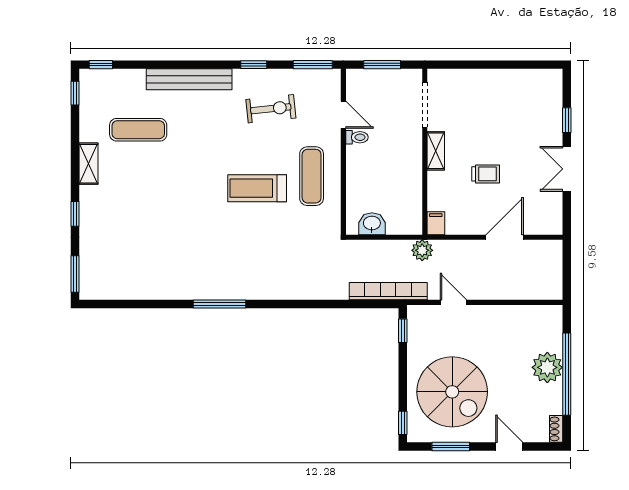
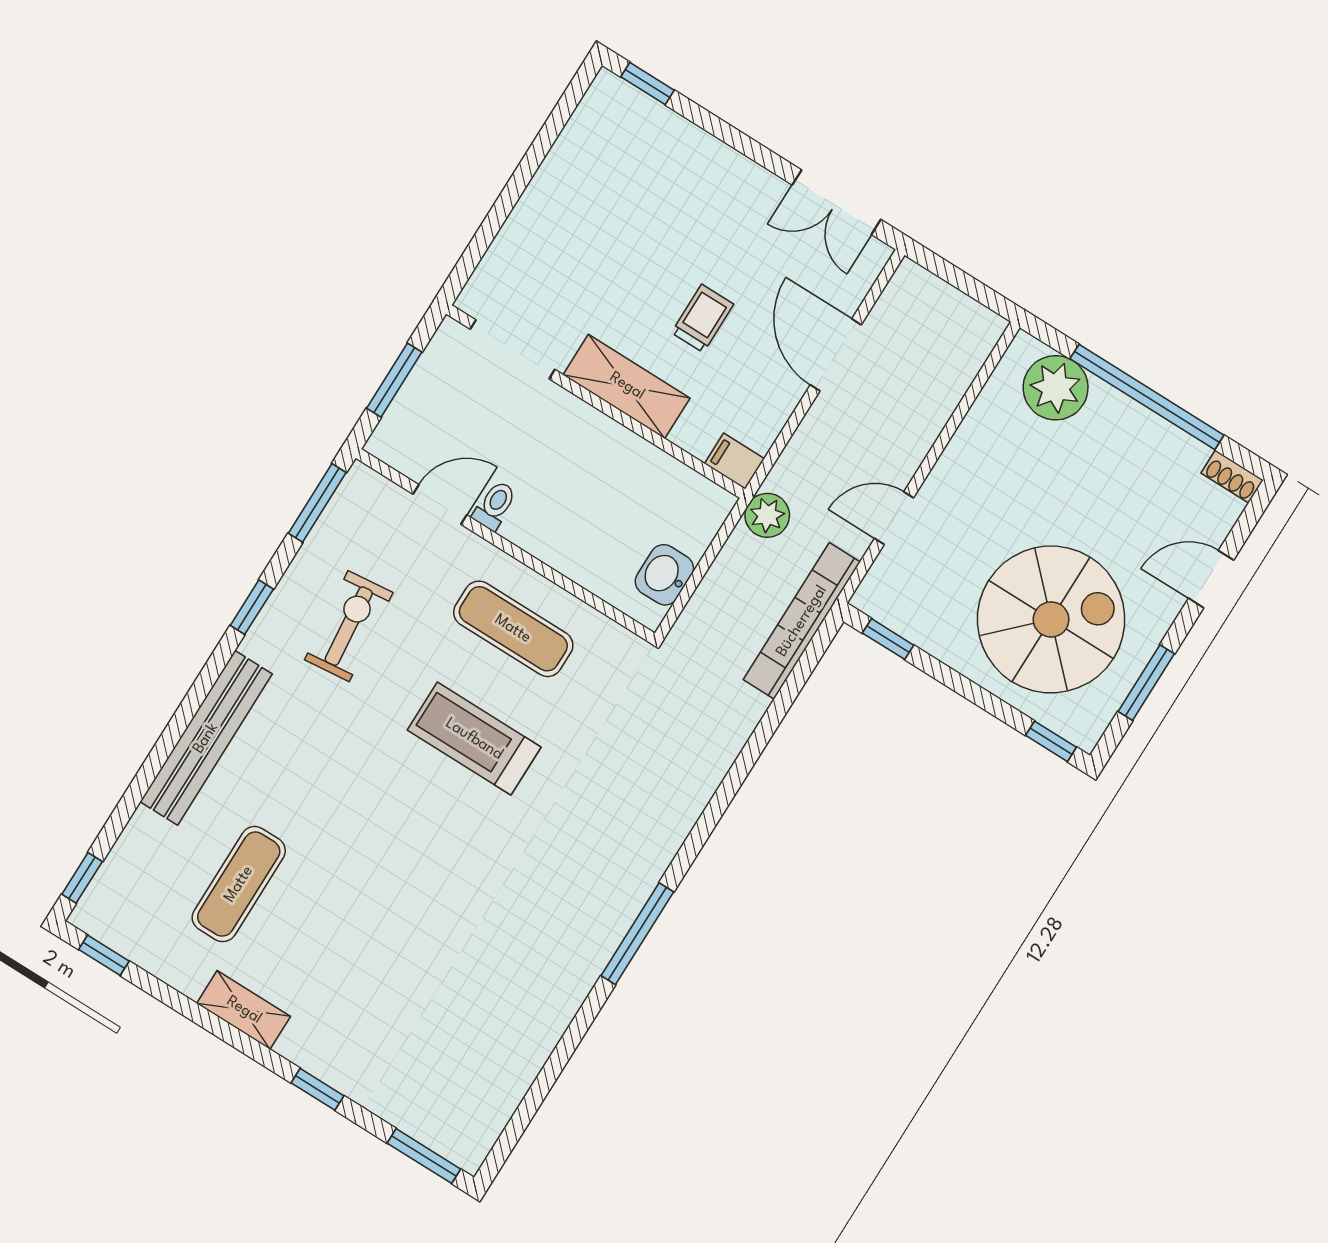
window: (567, 120) -> (647, 84), moved
shelving: (436, 151) -> (627, 386), width x1.50, depth x1.33
double door: (567, 169) -> (837, 202), moved
treadmill: (257, 188) -> (474, 739), turned 90
plant: (547, 367) -> (1056, 388), moved

